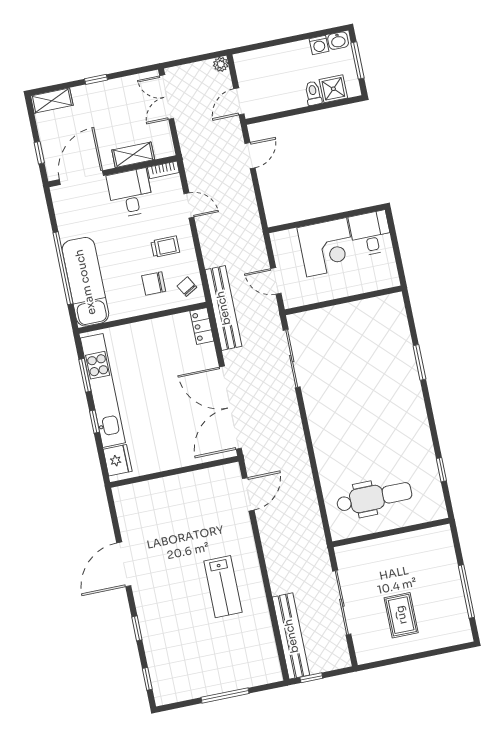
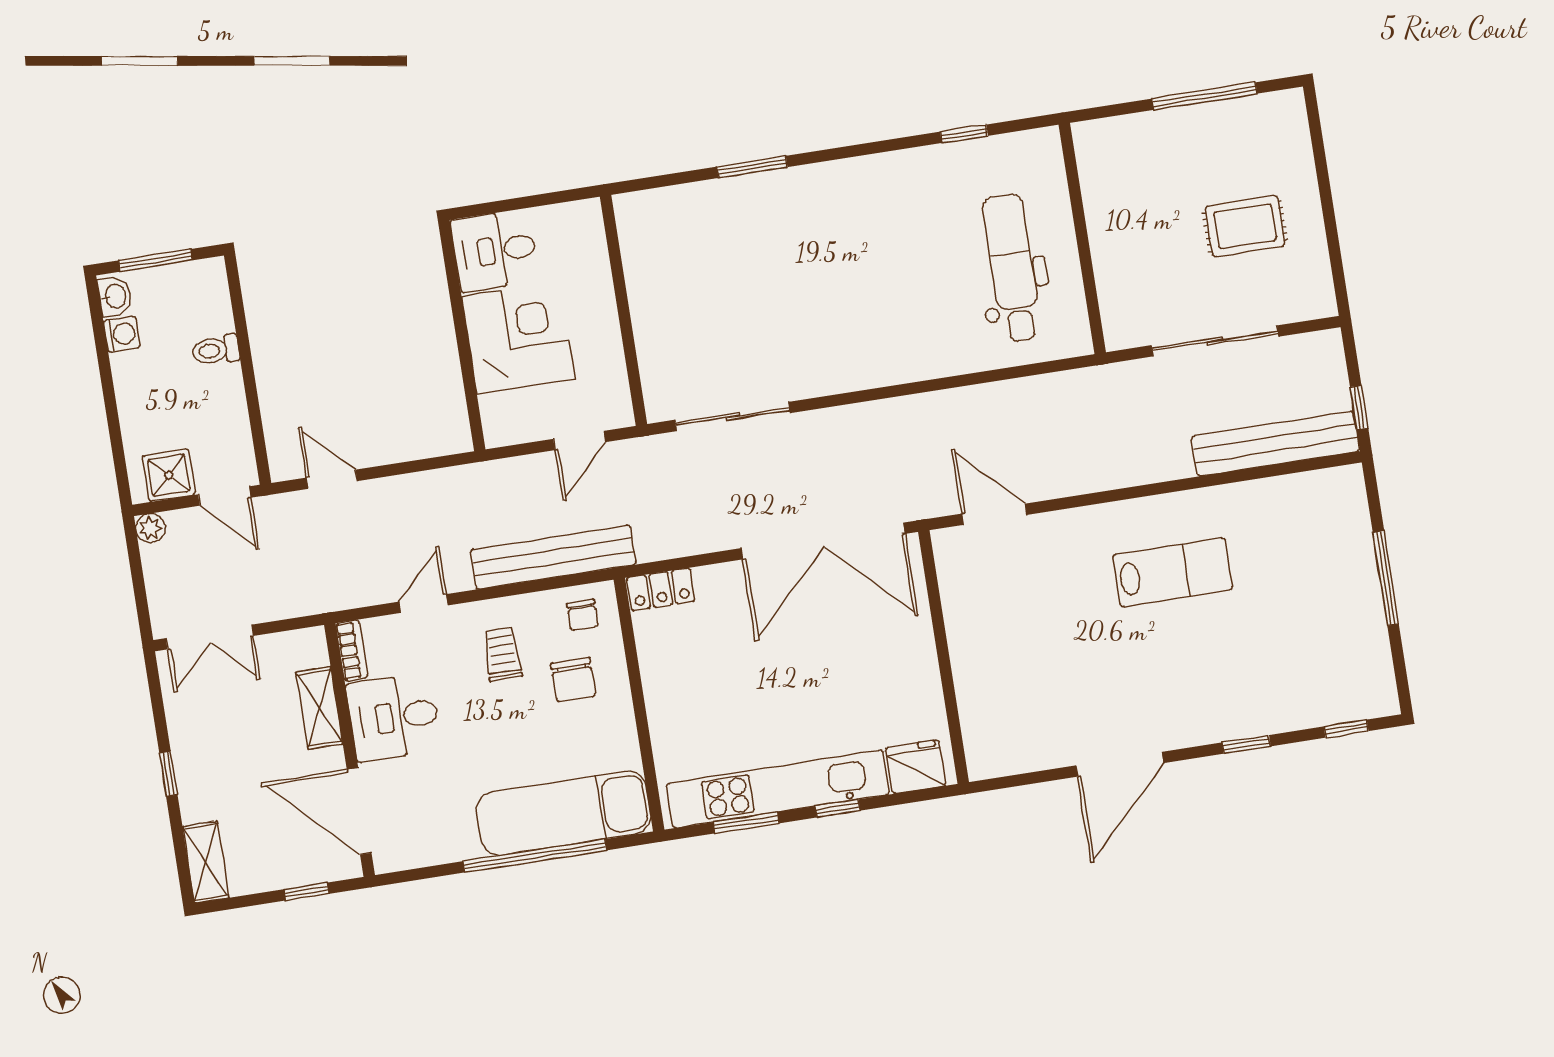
shower: (333, 89) -> (169, 475), moved
chair: (187, 287) -> (582, 615), turned -60
bench: (223, 308) -> (553, 557), moved
door: (124, 564) -> (1120, 764), hinge flipped

